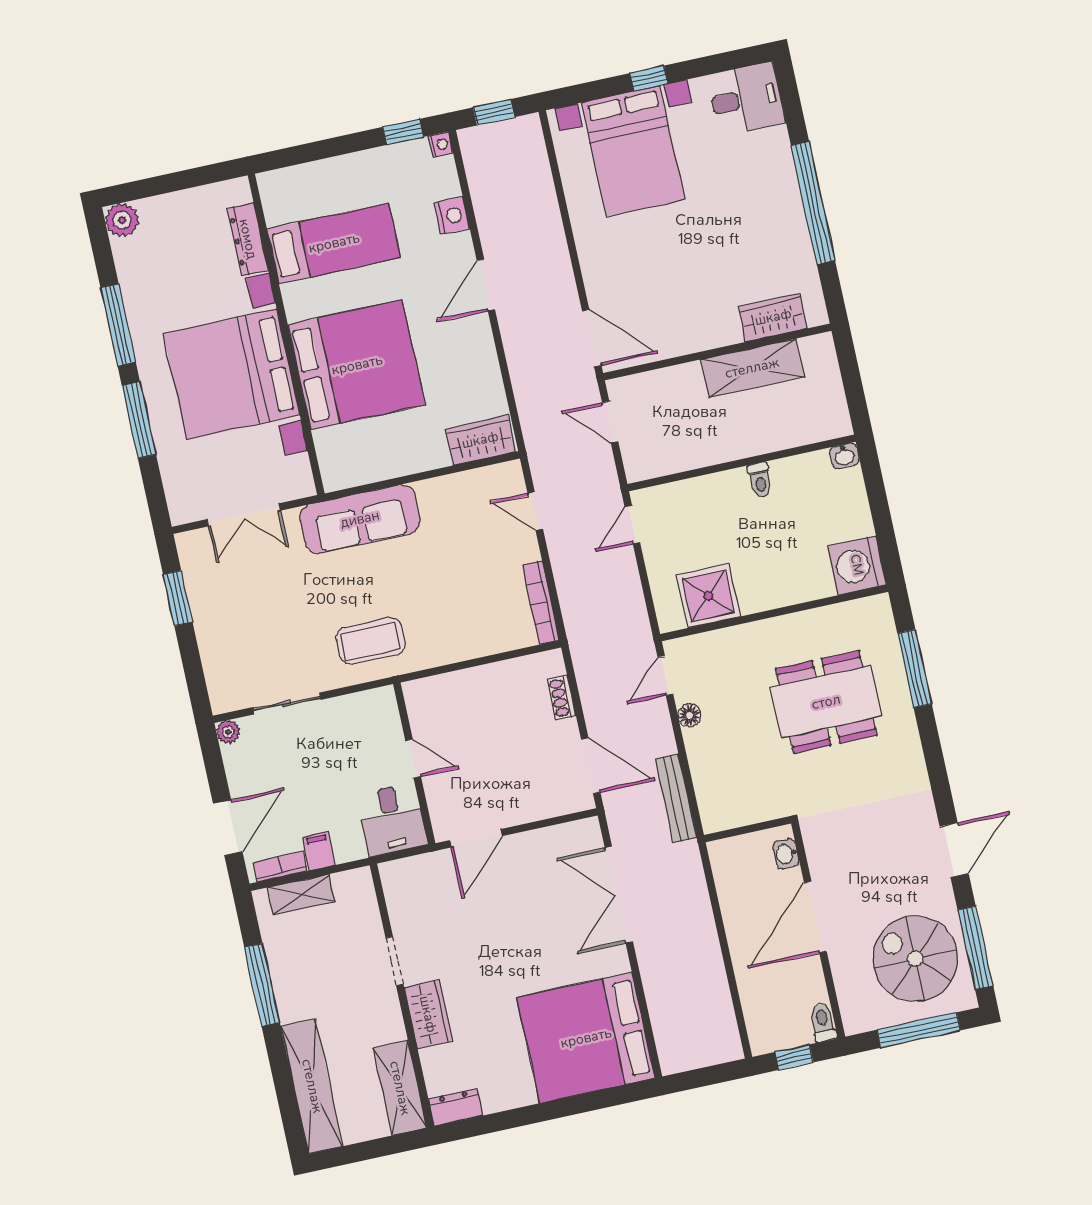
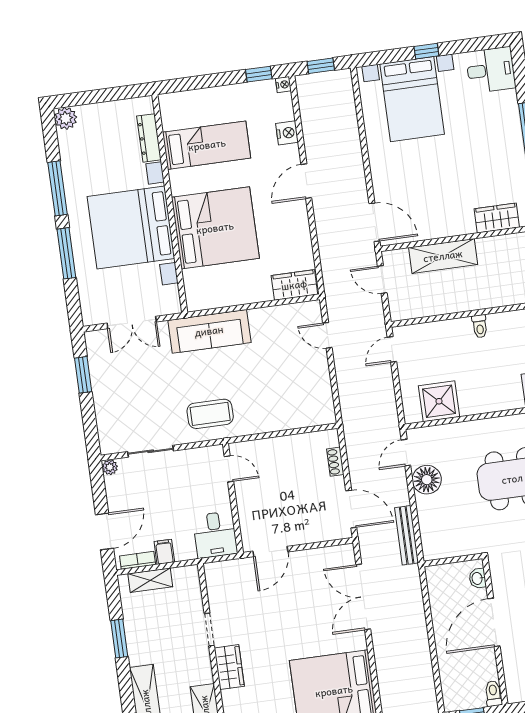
shelving: (752, 368) -> (443, 256), moved
bookcase: (541, 603) -> (326, 397), removed
floor lamp: (689, 715) -> (427, 480), width x1.89, depth x1.89
door: (413, 759) -> (229, 469), moved
window: (262, 985) -> (119, 639), width x0.69

